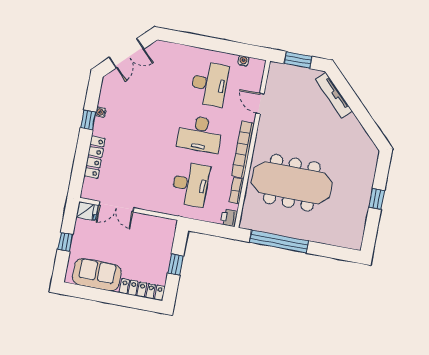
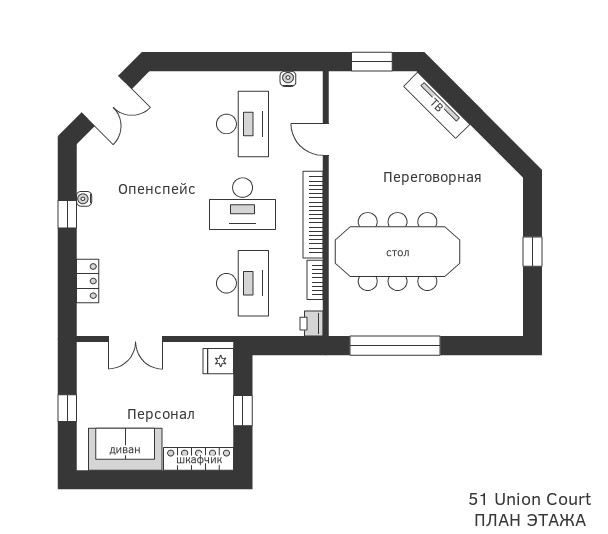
locker: (95, 157) -> (88, 281), width x0.66
fridge: (87, 211) -> (218, 361), moved, turned 180

